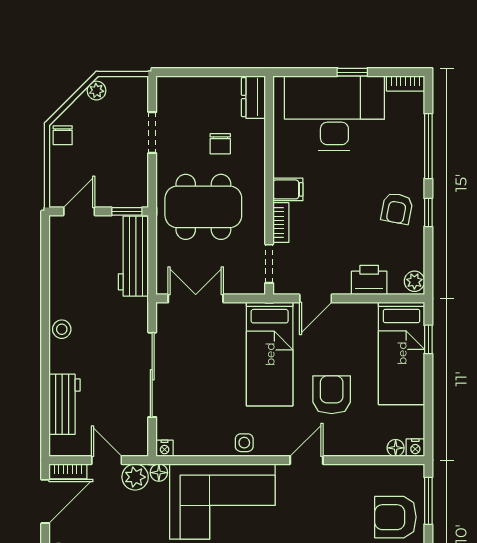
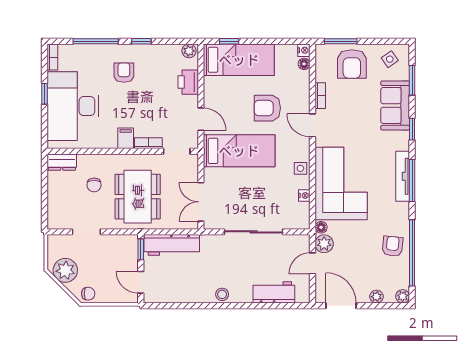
plant: (96, 91) -> (65, 270), width x1.87, depth x1.87
chair: (220, 144) -> (94, 185), turned 90
armchair: (397, 208) -> (124, 73), moved, turned -101
nightstand: (165, 448) -> (304, 195), moved
bookcase: (68, 471) -> (320, 96), moved

